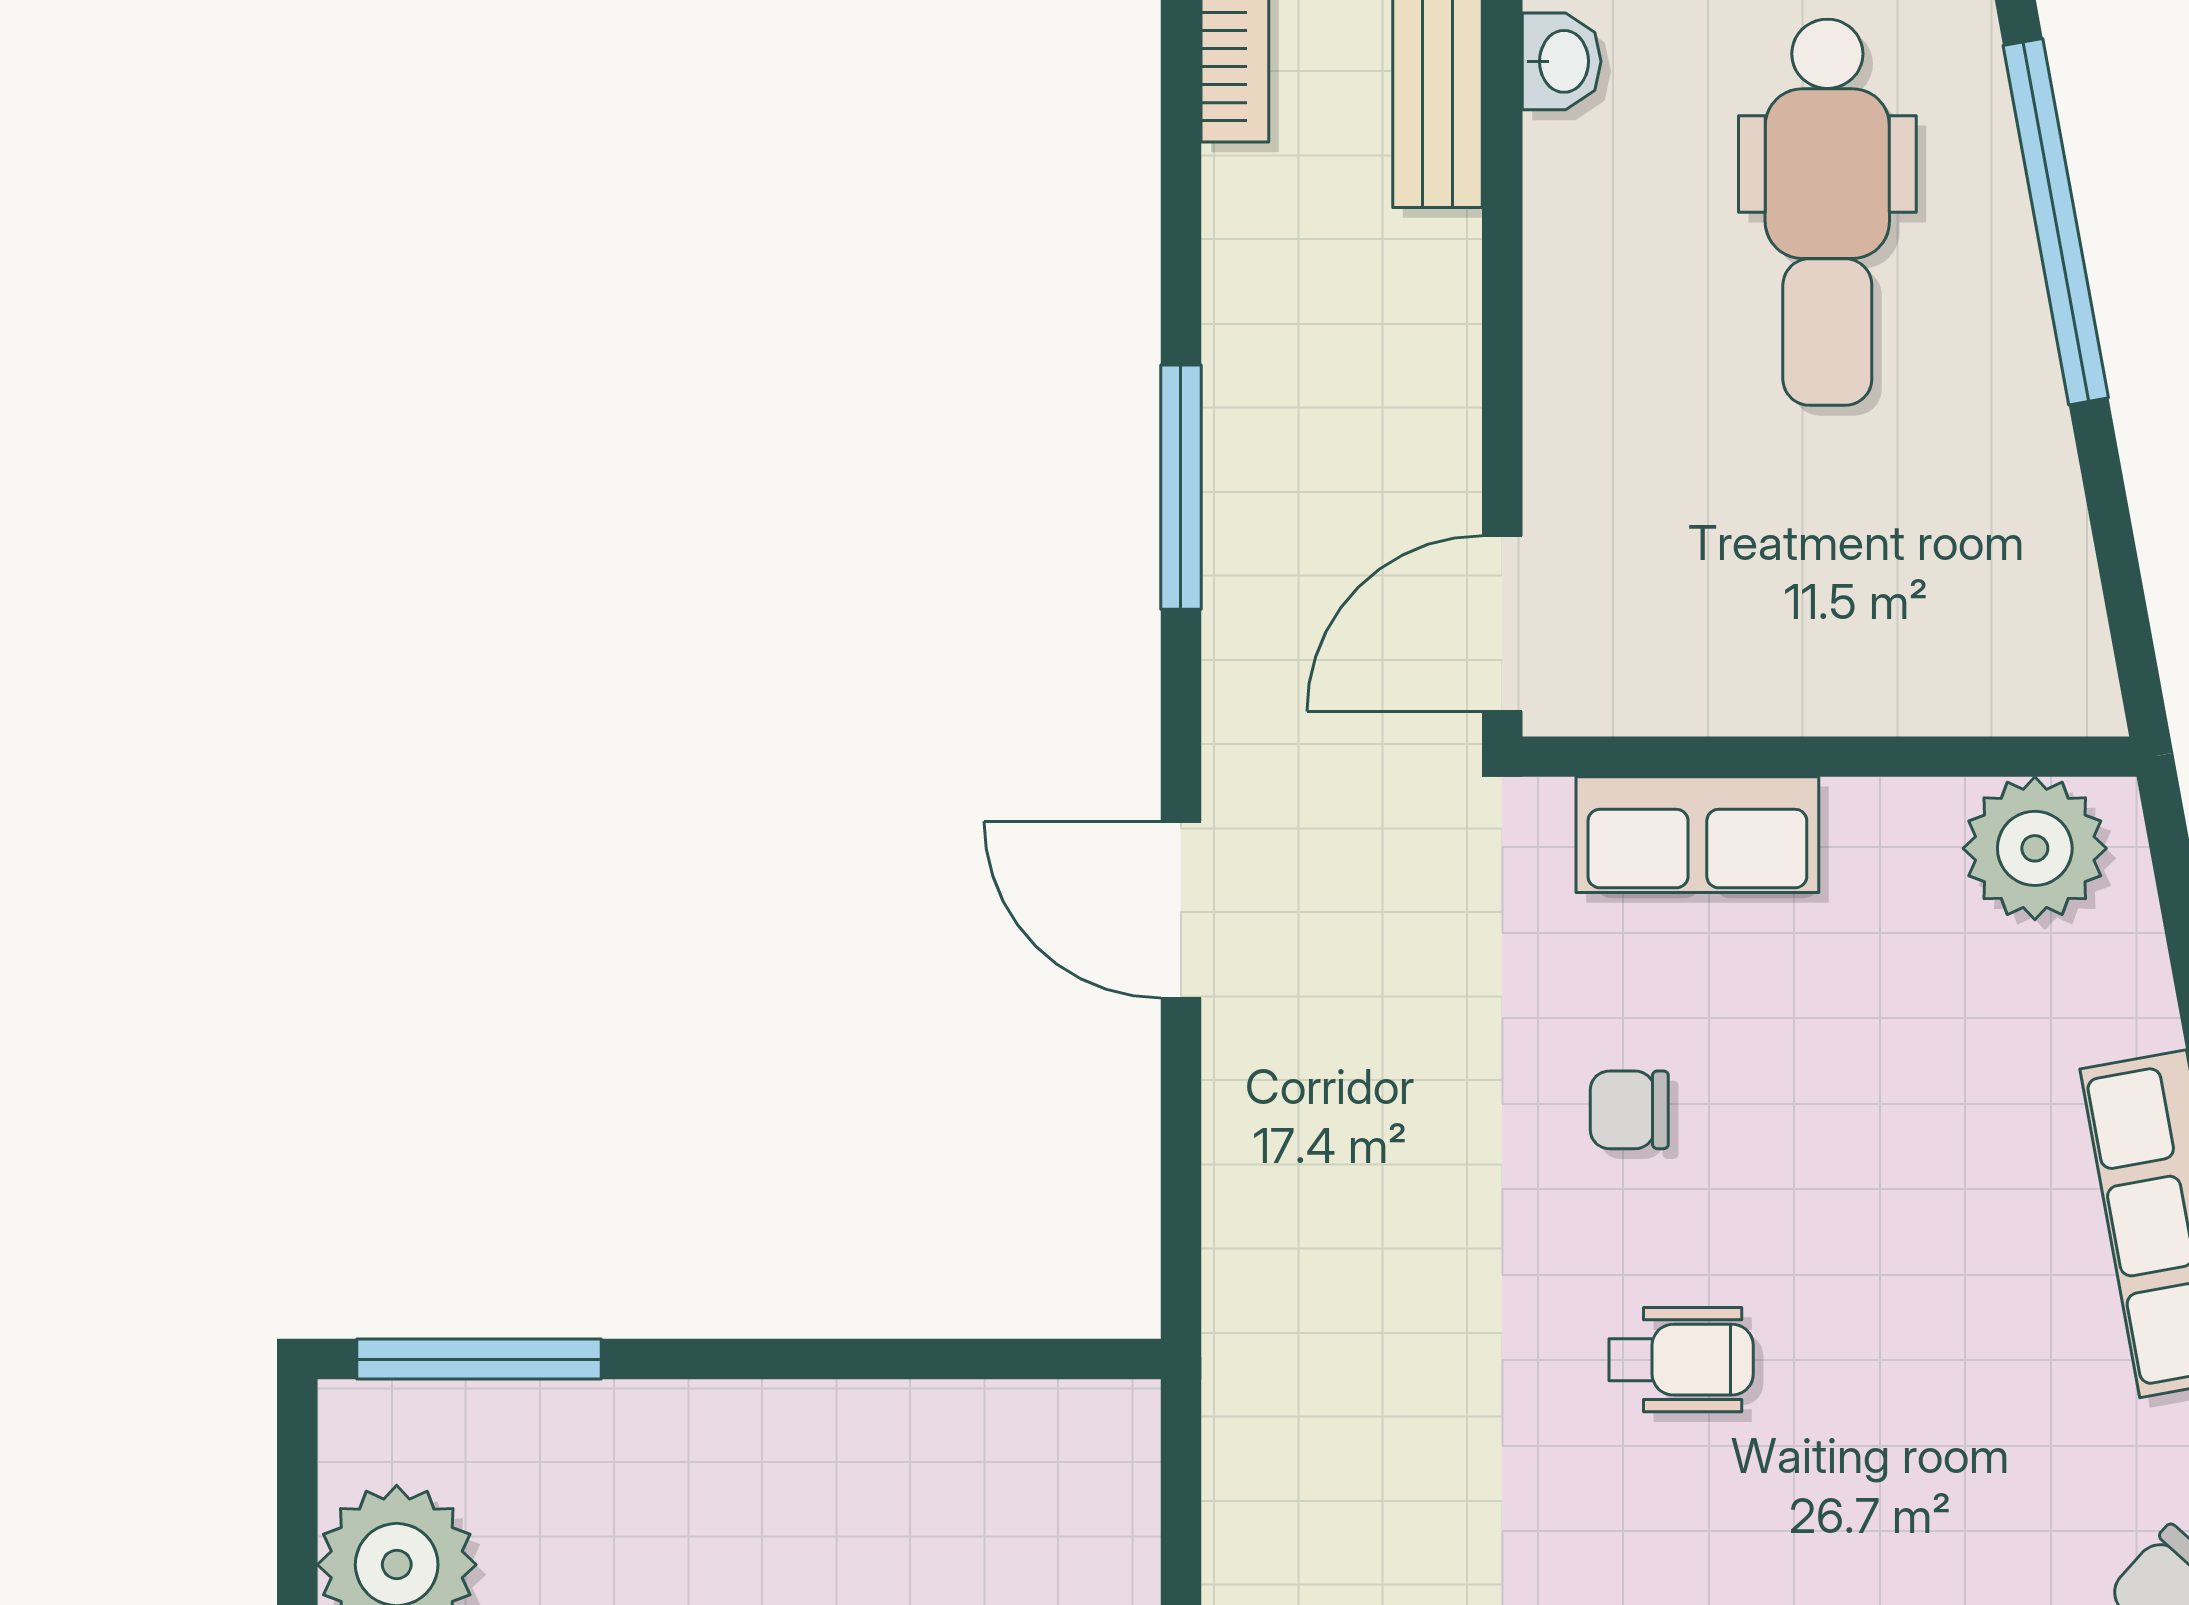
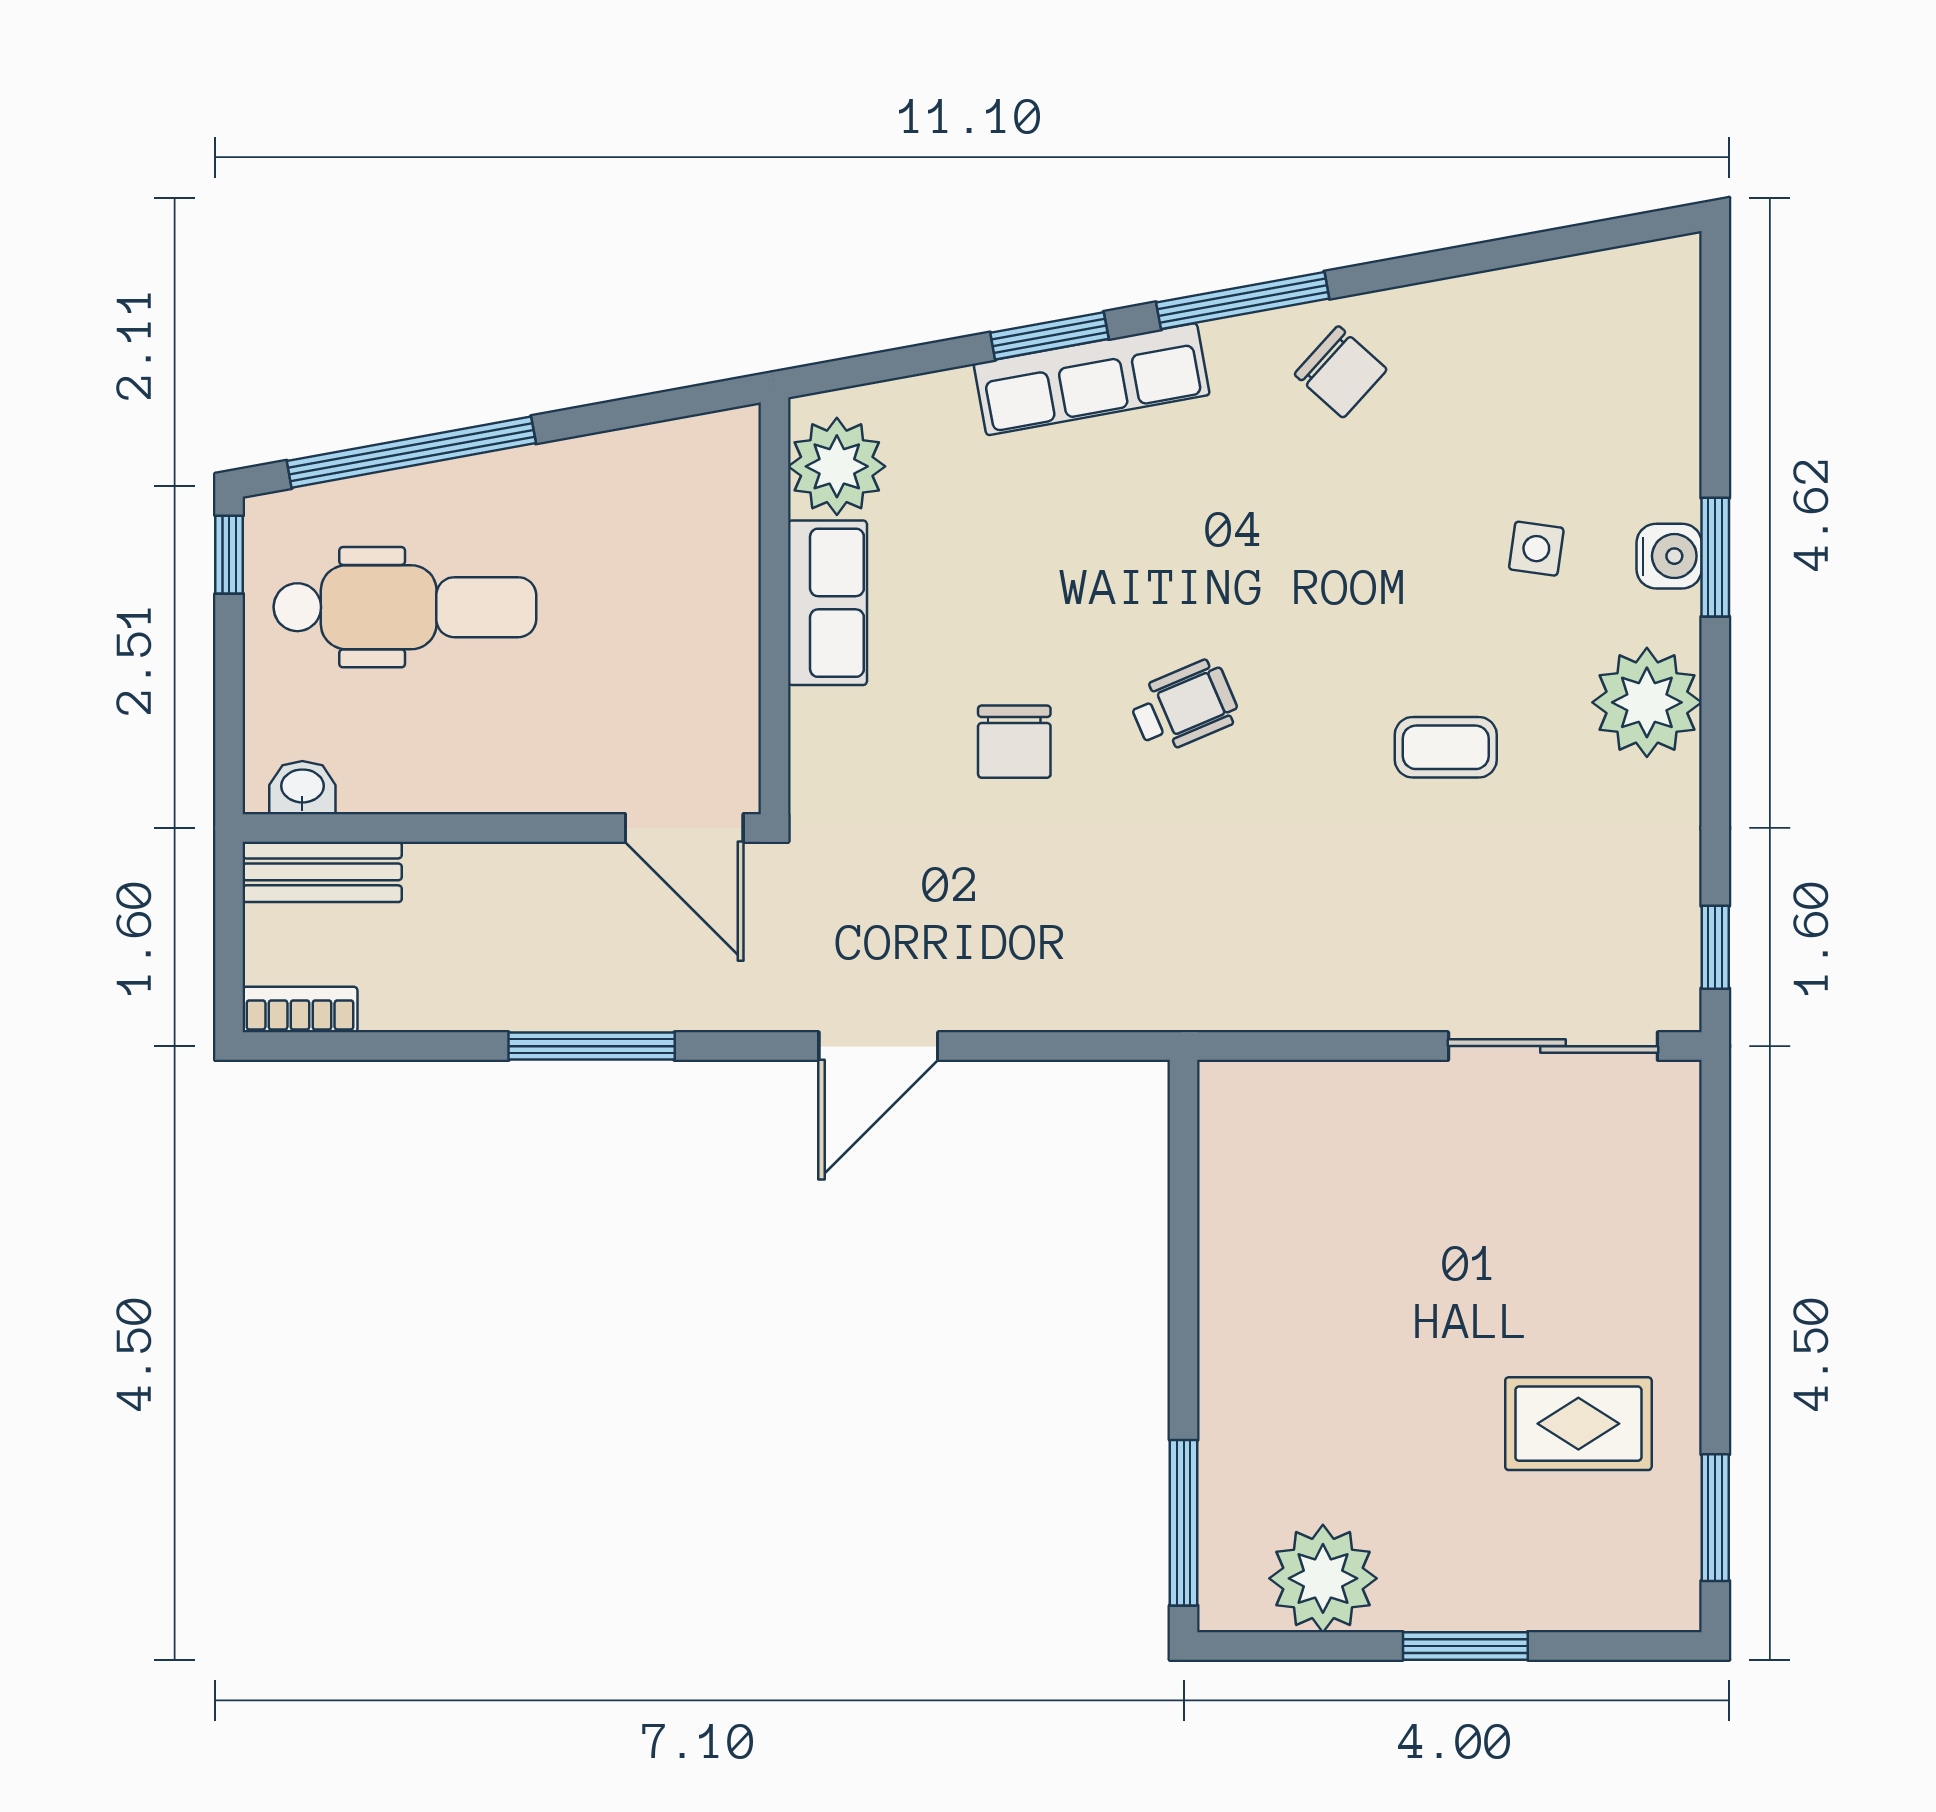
row of seats: (1697, 835) -> (827, 603), moved
chair: (1629, 1110) -> (1014, 742), width x1.37, depth x1.37
wheelchair: (1681, 1360) -> (1184, 707), turned 67

